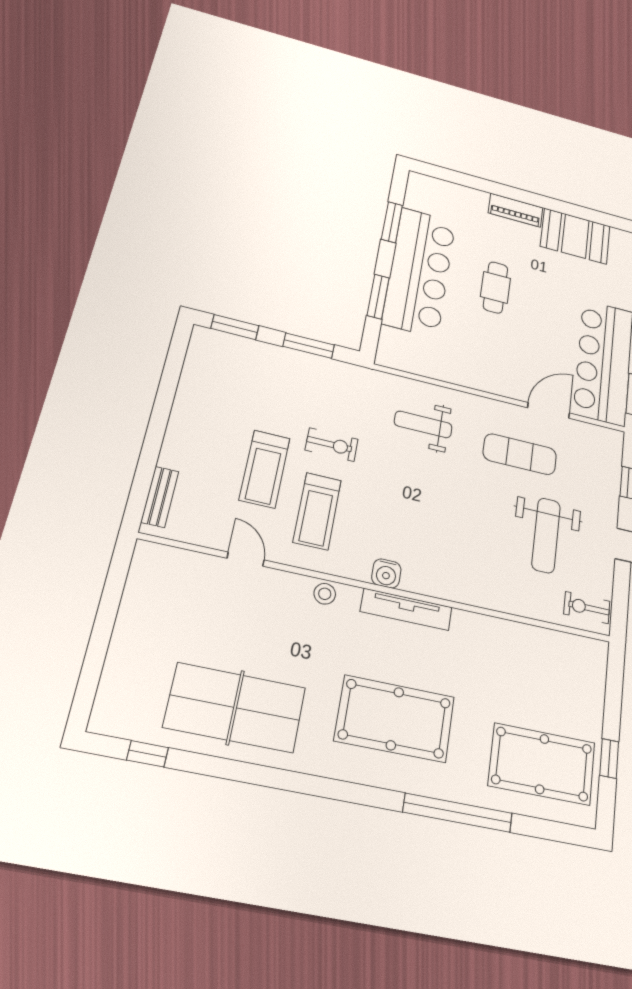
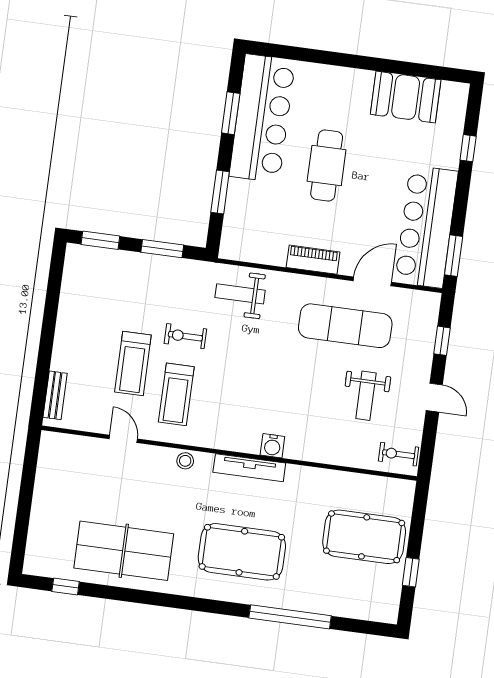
piano: (516, 210) -> (313, 260), moved, turned 180
bar counter: (419, 271) -> (262, 118), moved
cafe table: (495, 287) -> (327, 165), width x1.37, depth x1.35
weight bench: (423, 424) -> (240, 294), moved
exercise bike: (332, 445) -> (185, 336), turned 180
exercise mat: (520, 454) -> (345, 326), width x1.36, depth x1.45
weight bench: (546, 535) -> (366, 396), width x0.73, depth x0.75
water cooler: (386, 573) -> (272, 446), moved
pool table: (542, 764) -> (364, 537), moved

